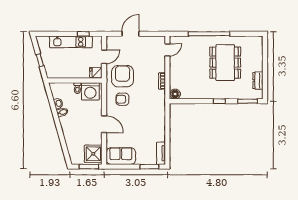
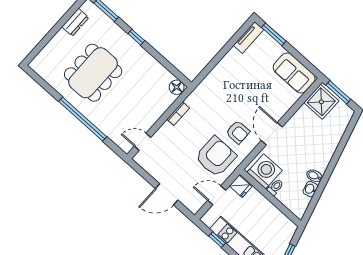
armchair: (122, 76) -> (216, 157), turned 180
door: (104, 124) -> (272, 134), moved

